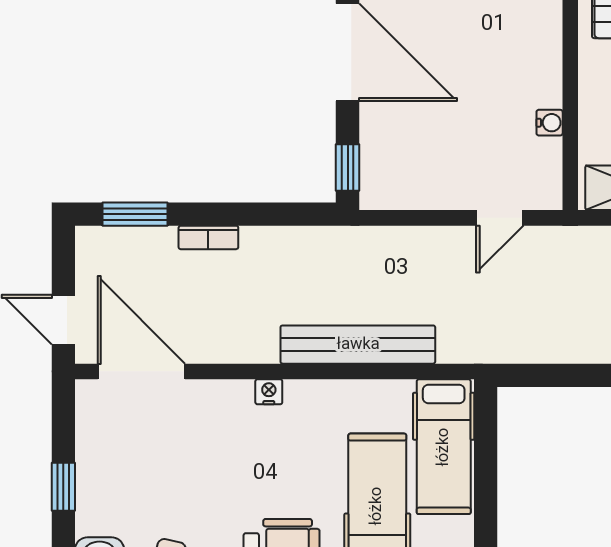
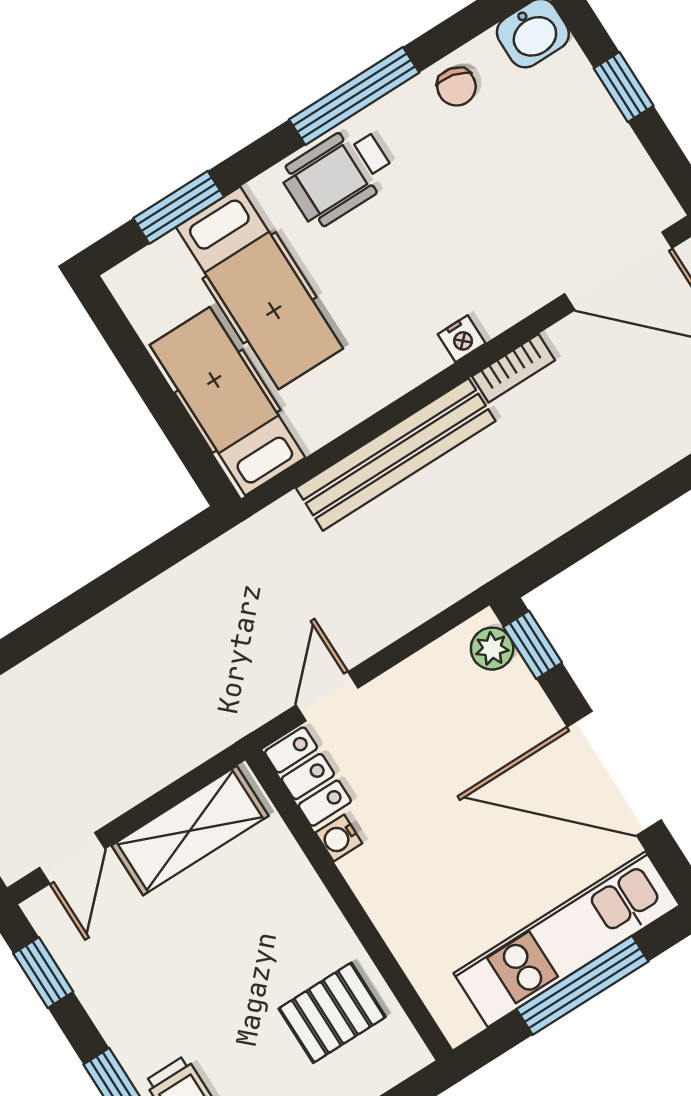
locker: (544, 174) -> (308, 777), added
plant: (375, 182) -> (492, 649), added
bookcase: (208, 237) -> (513, 368), moved, turned 180

